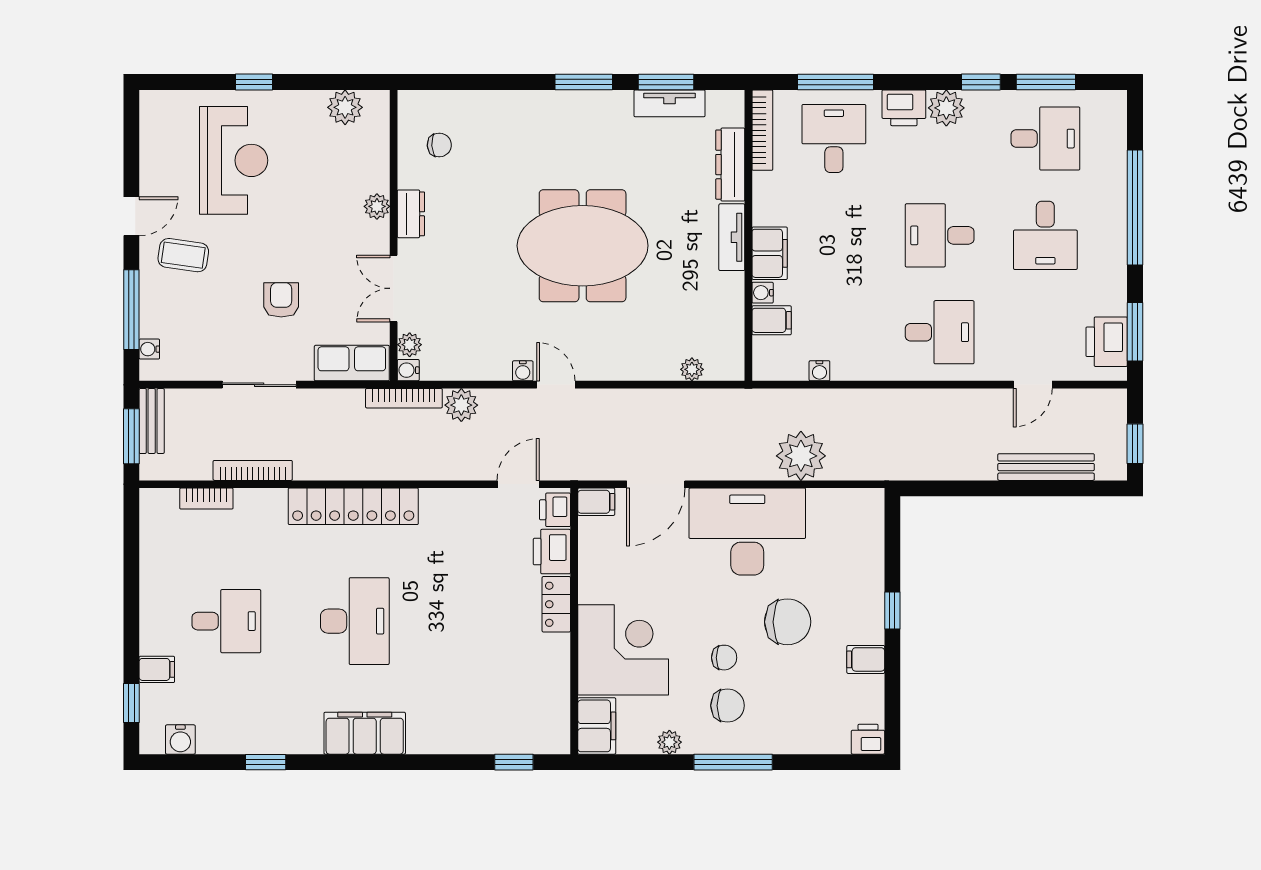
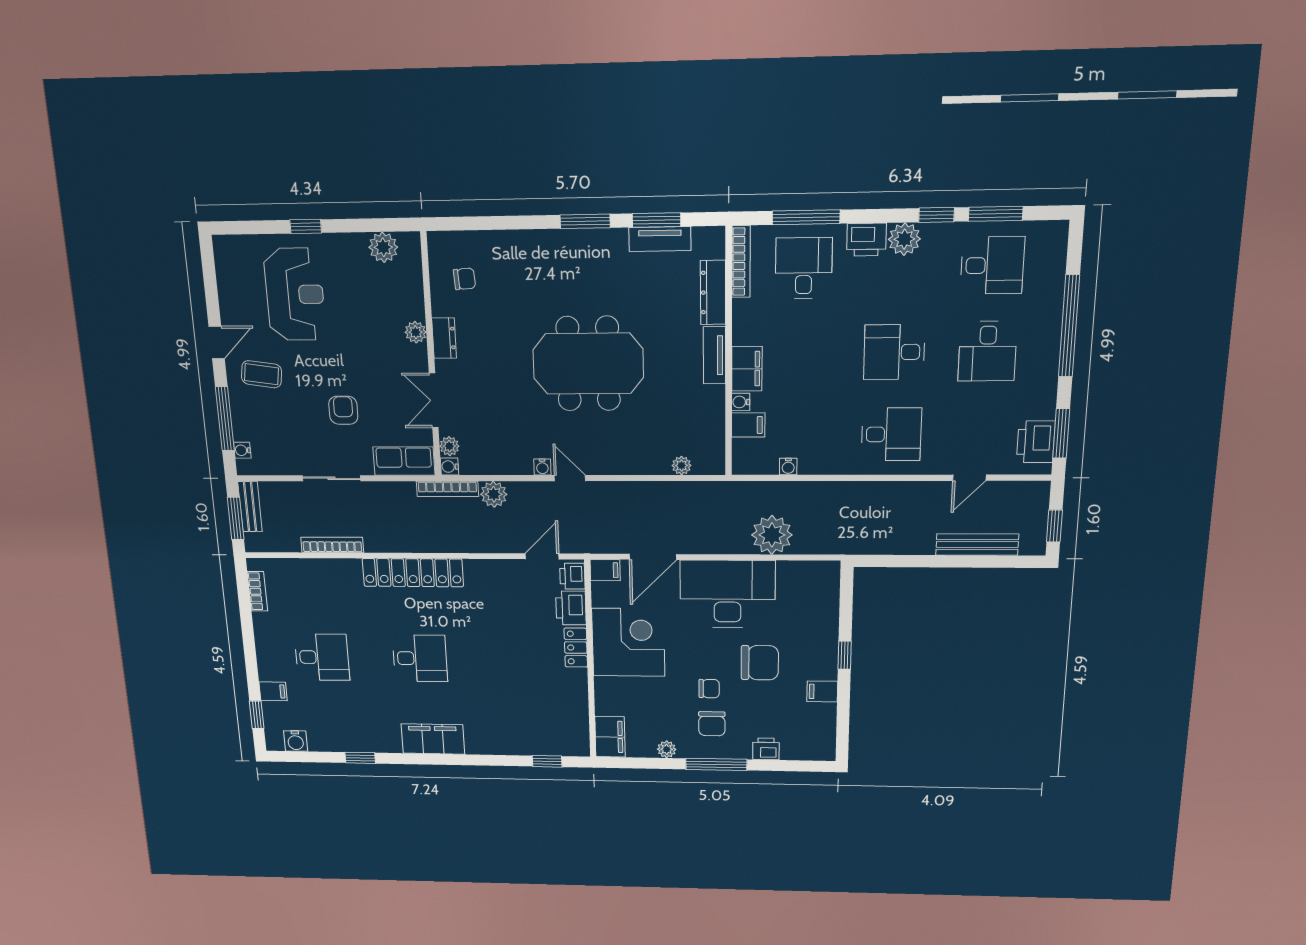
bookcase: (206, 499) -> (257, 591), moved, turned -90
desk: (355, 621) -> (420, 658), width x0.73
corner desk: (623, 650) -> (628, 642), moved
chair: (728, 706) -> (712, 724), turned 90
printer: (868, 739) -> (766, 749), moved

